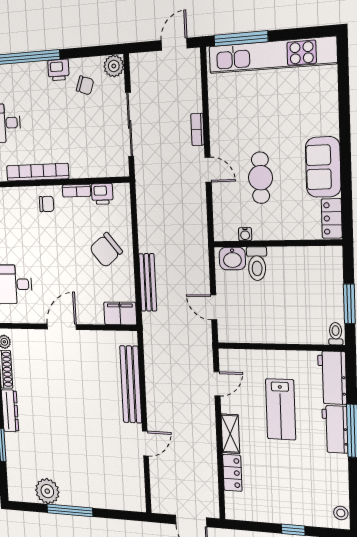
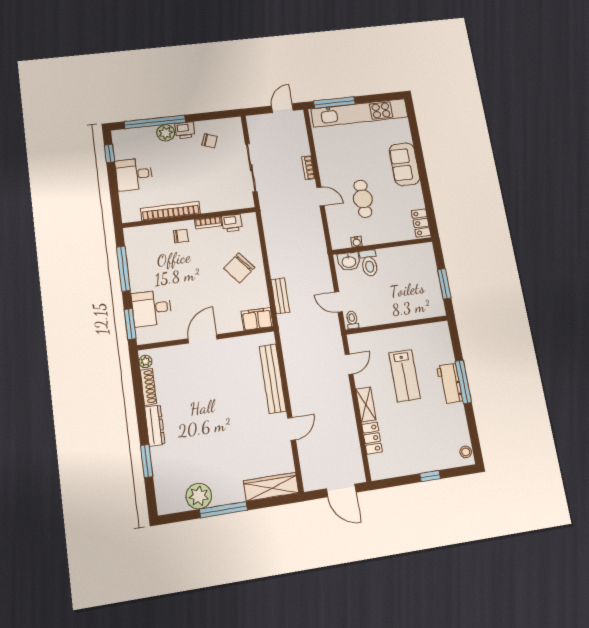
plant: (114, 66) -> (166, 133), moved
sofa: (323, 167) -> (404, 164), moved
bench: (148, 282) -> (280, 296), width x0.73
toilet: (336, 334) -> (352, 320), moved
workbench: (332, 378) -> (441, 342), removed
wardrobe: (119, 499) -> (271, 487), added

